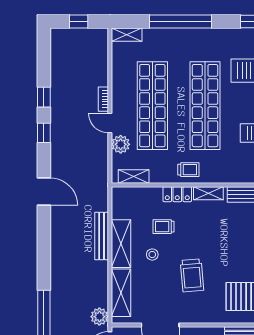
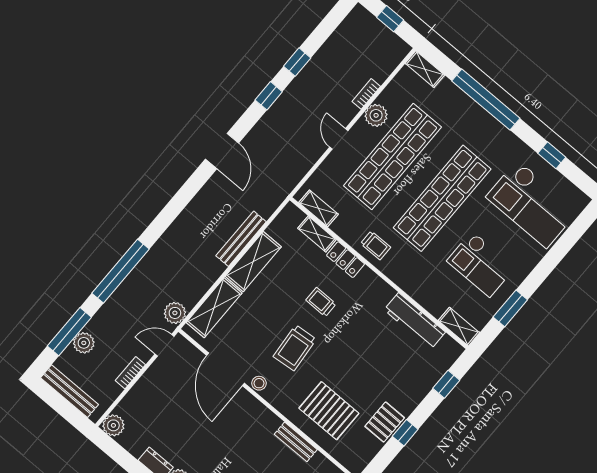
bookcase: (103, 99) -> (366, 94), moved
plant: (121, 144) -> (376, 115), moved
shelving: (208, 193) -> (317, 234), moved
trolley: (164, 227) -> (321, 302), moved
stool: (152, 255) -> (259, 383), moved

